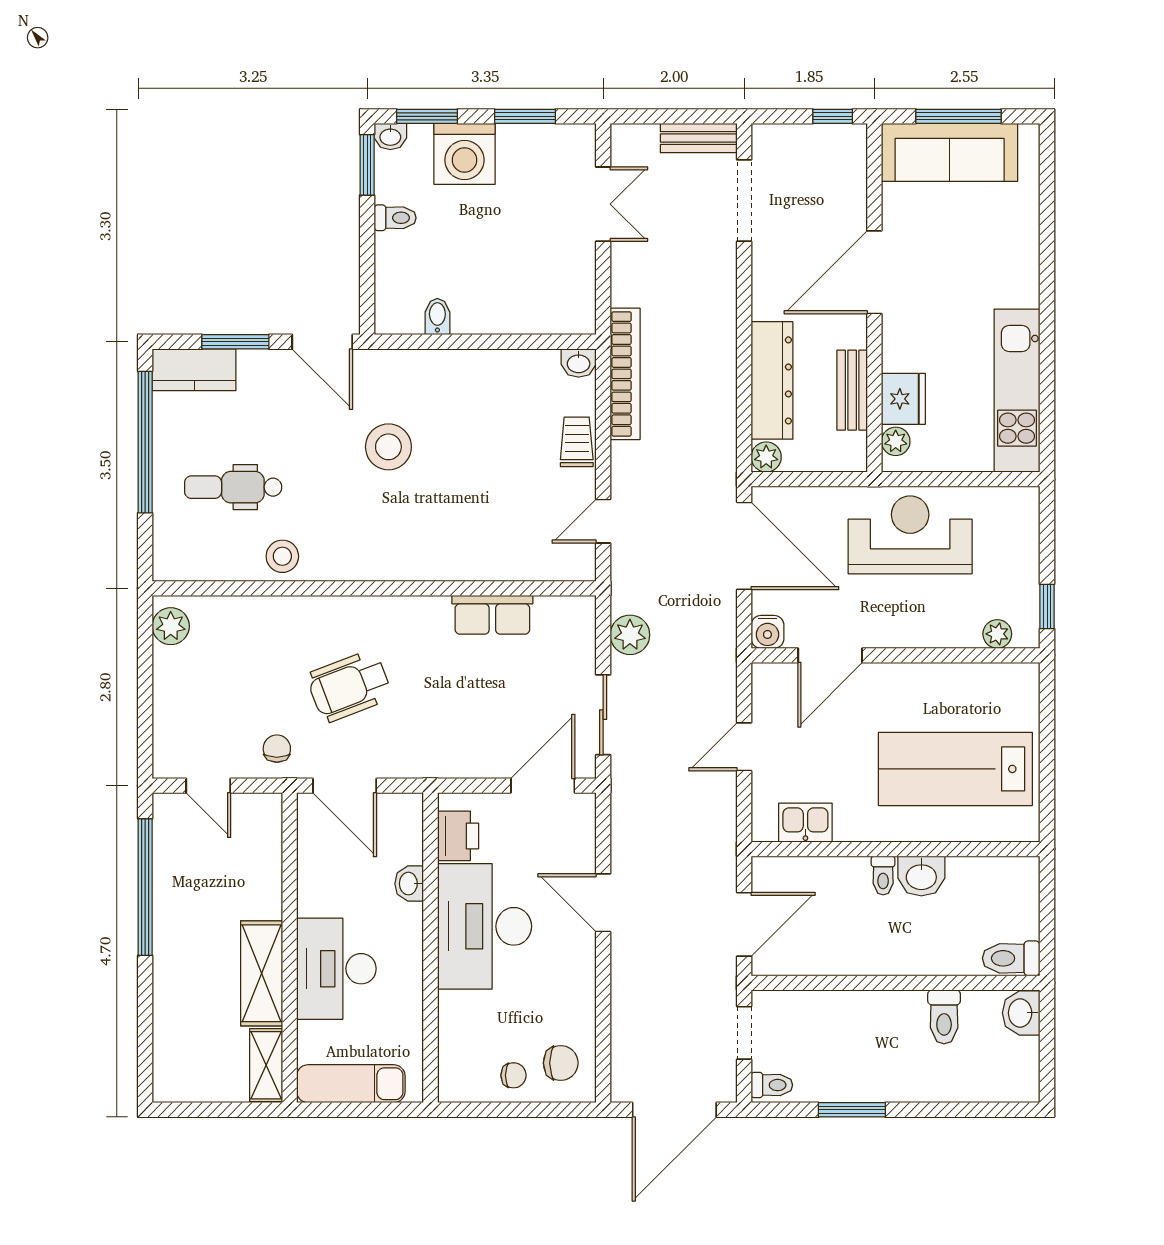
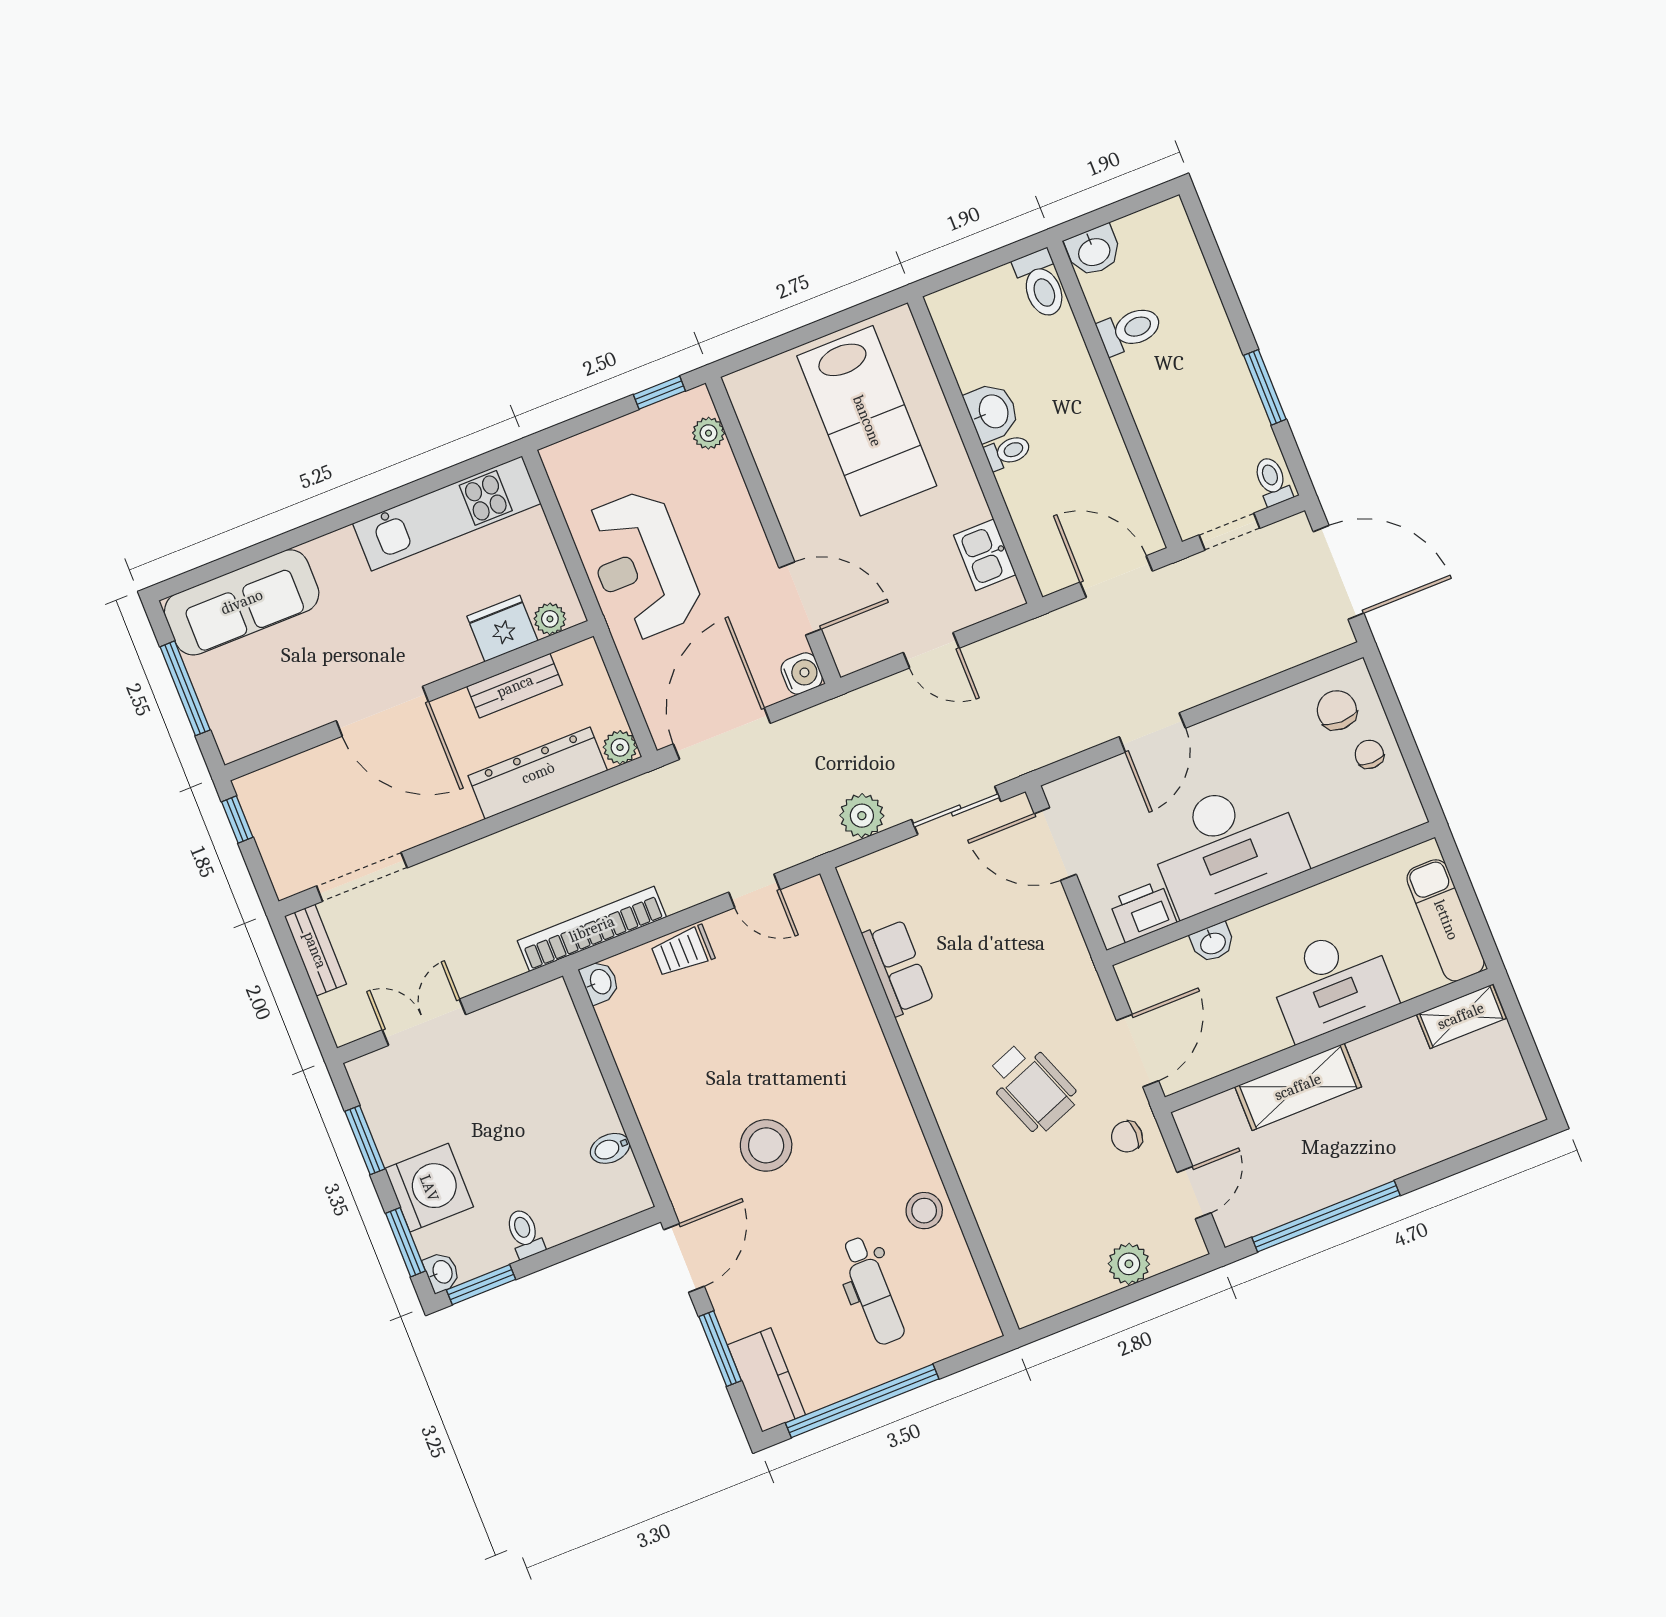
sofa: (950, 152) -> (242, 602), moved, turned 90
plant: (171, 626) -> (1129, 1264), moved
shelving: (262, 973) -> (1298, 1087), moved

